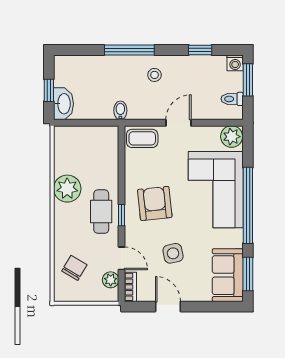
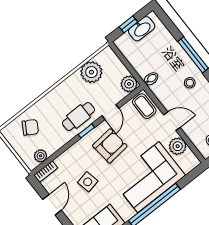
washbasin: (63, 104) -> (142, 29), moved
plant: (108, 136) -> (129, 84), added
plant: (232, 137) -> (178, 146), moved
plant: (67, 189) -> (91, 72), moved
door: (122, 258) -> (110, 112), moved

